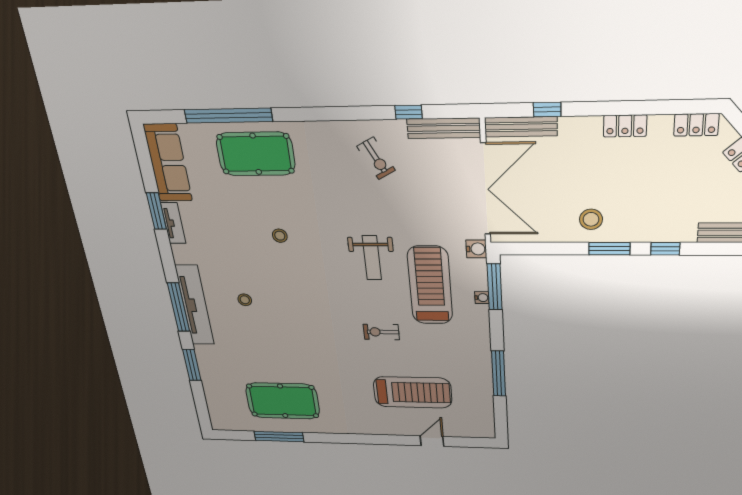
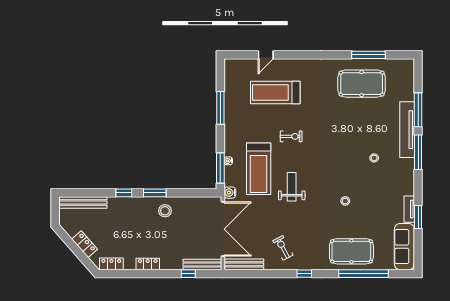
window: (408, 112) -> (304, 274), moved
double door: (486, 189) -> (223, 229), swing flipped
tv unit: (195, 305) -> (407, 130), moved
window: (192, 365) -> (418, 110), width x1.44

